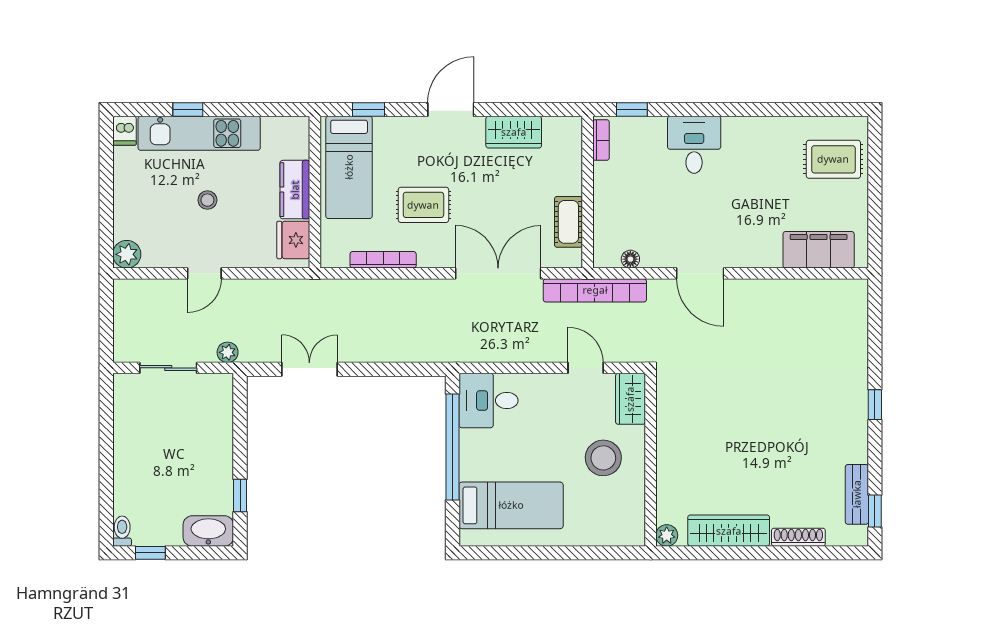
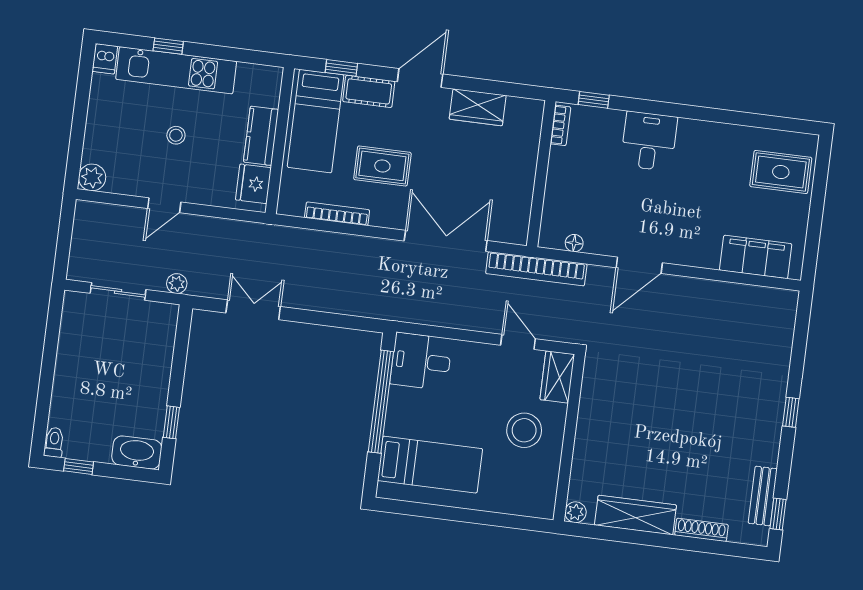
cot: (568, 222) -> (369, 91), moved, turned 90
door: (700, 273) -> (639, 265), hinge flipped

